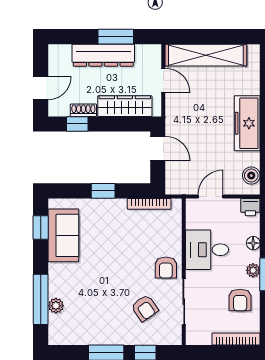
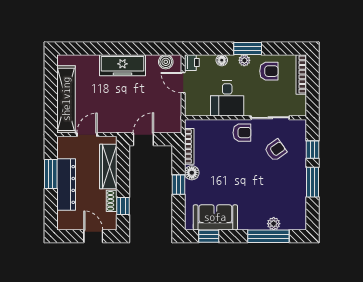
door: (211, 196) -> (183, 83), moved
floor lamp: (117, 207) -> (192, 173), added

